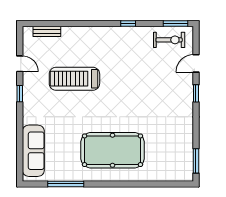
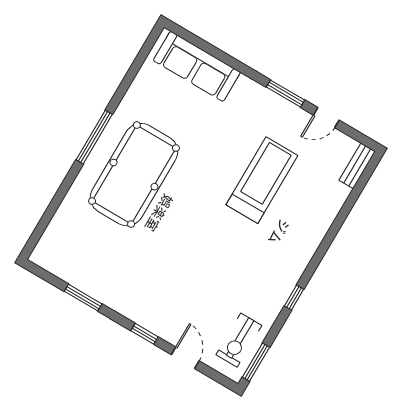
bench: (47, 31) -> (357, 166), moved
window: (20, 94) -> (285, 94), width x1.50
window: (196, 161) -> (83, 298), moved
window: (66, 184) -> (94, 137), moved

